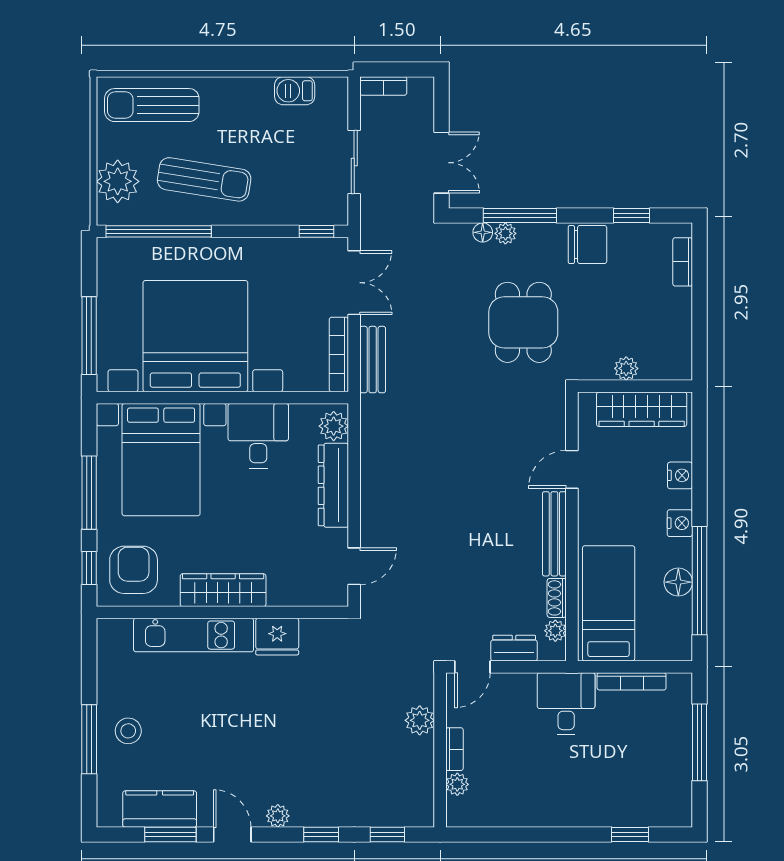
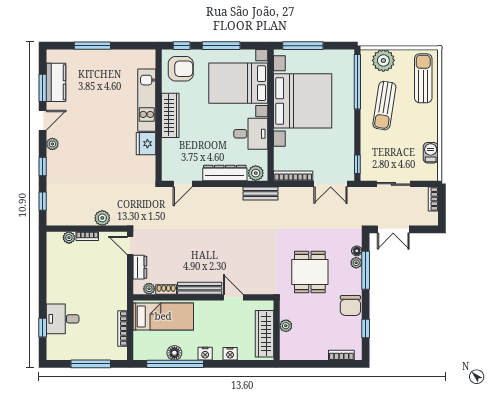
dining table: (523, 322) -> (310, 272), turned 90
bench: (373, 360) -> (261, 193), moved
door: (354, 566) -> (183, 184), hinge flipped
desk: (566, 704) -> (63, 319), moved, turned 180
stool: (128, 731) -> (97, 66), removed

